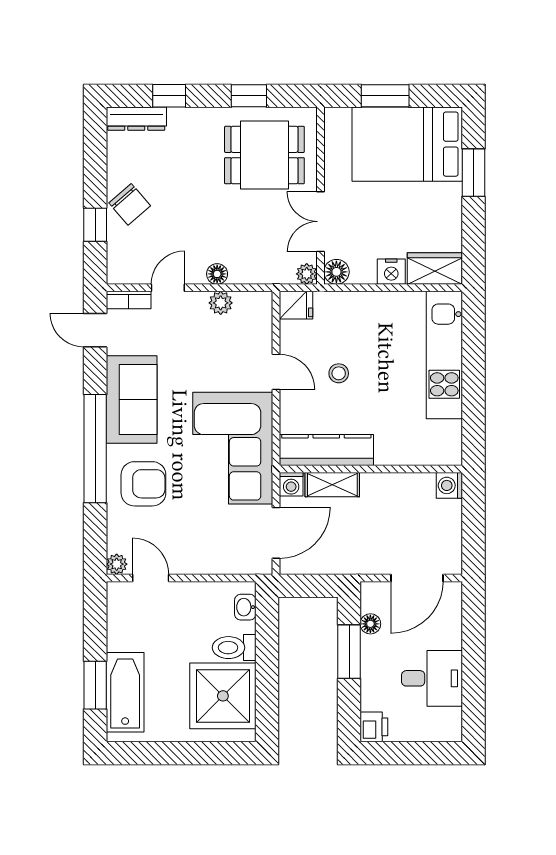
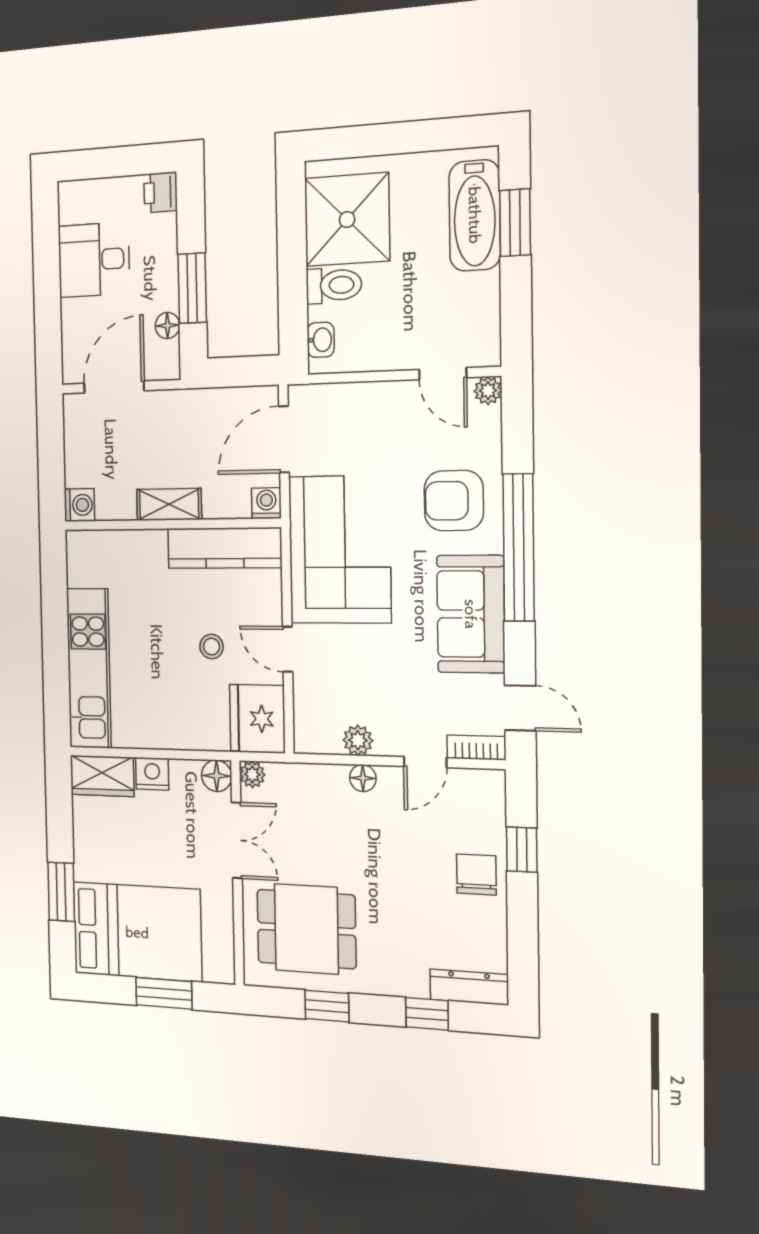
chair: (130, 204) -> (476, 875), turned 41
fridge: (296, 305) -> (257, 719), width x1.88, depth x1.34
shelving: (332, 485) -> (169, 504), moved

